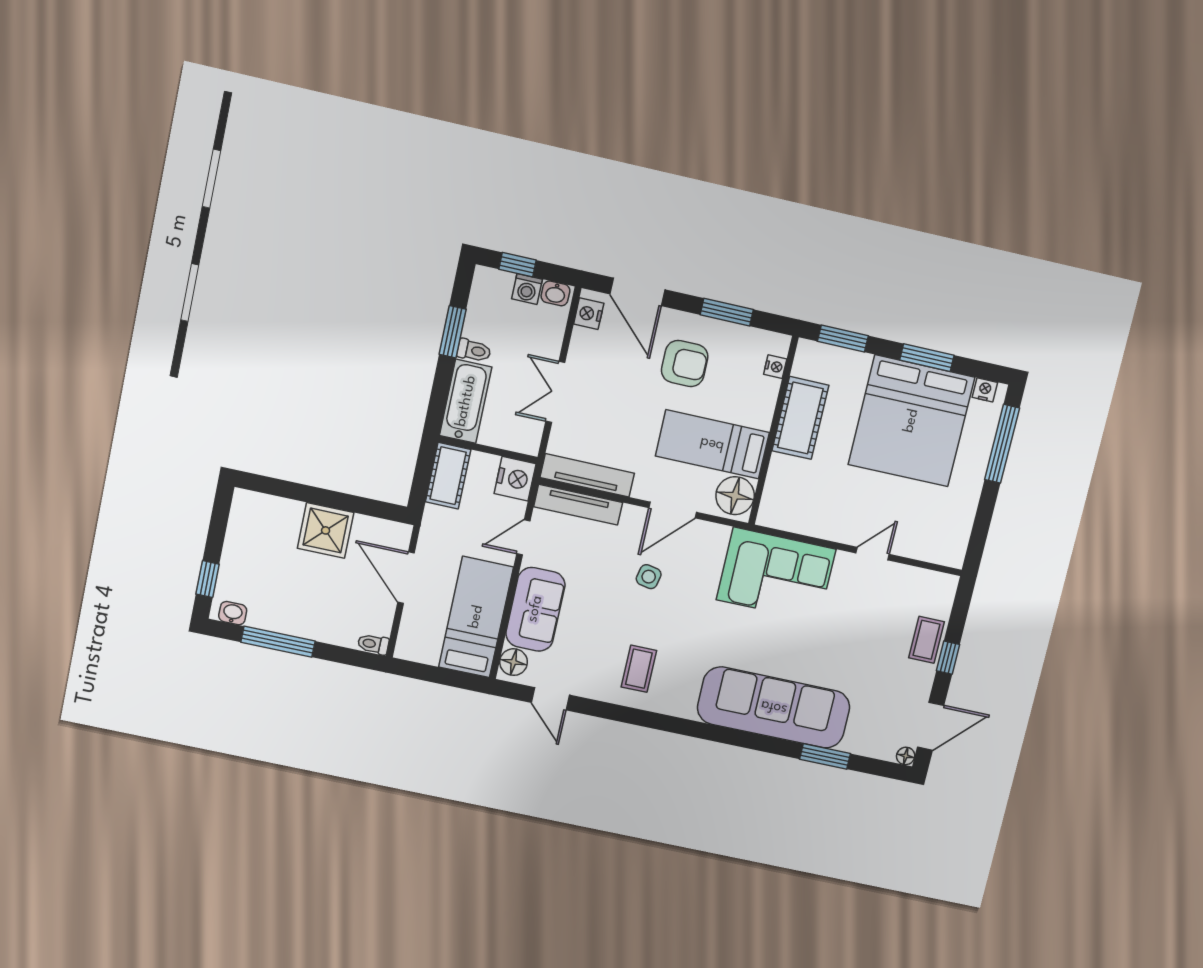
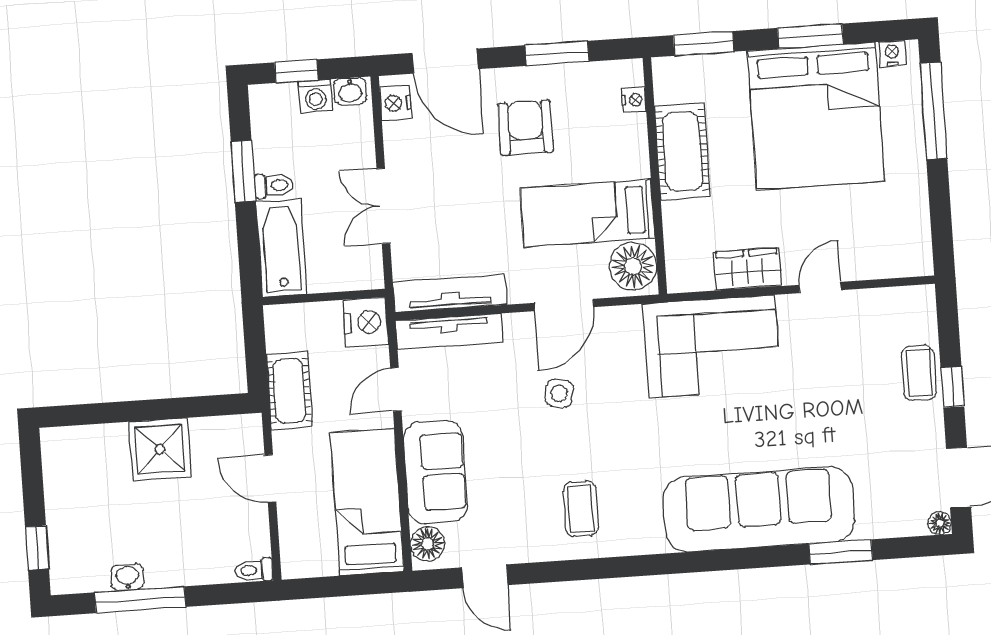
armchair: (685, 363) -> (526, 128), turned -90
cot: (448, 476) -> (289, 391), moved
wardrobe: (822, 523) -> (747, 269), added
door: (406, 578) -> (270, 478), width x0.73
washbasin: (233, 613) -> (127, 577), moved

